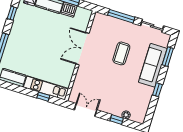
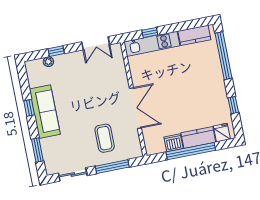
coffee table: (121, 53) -> (105, 138), moved
sofa: (153, 65) -> (45, 112), moved

